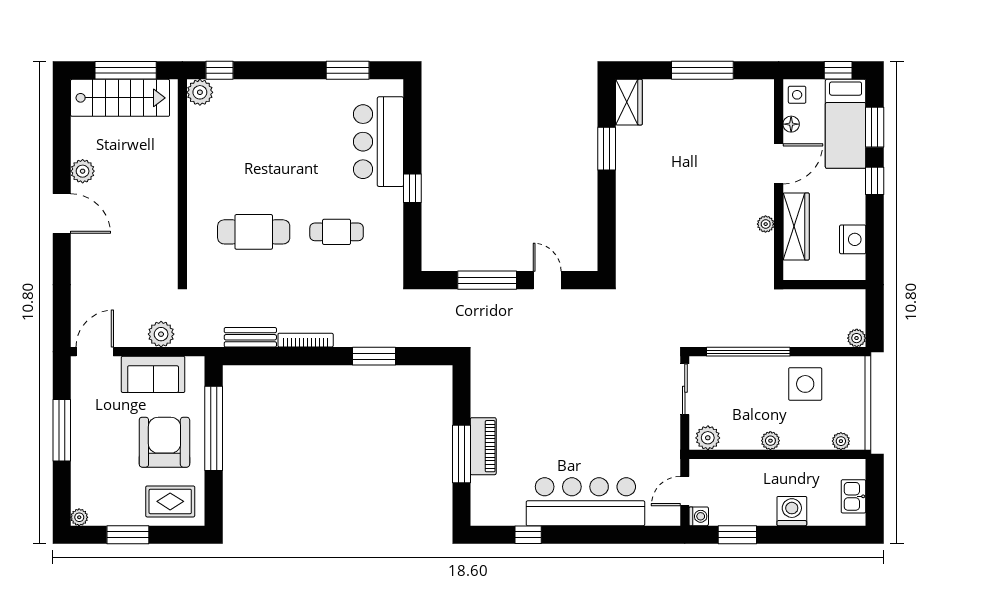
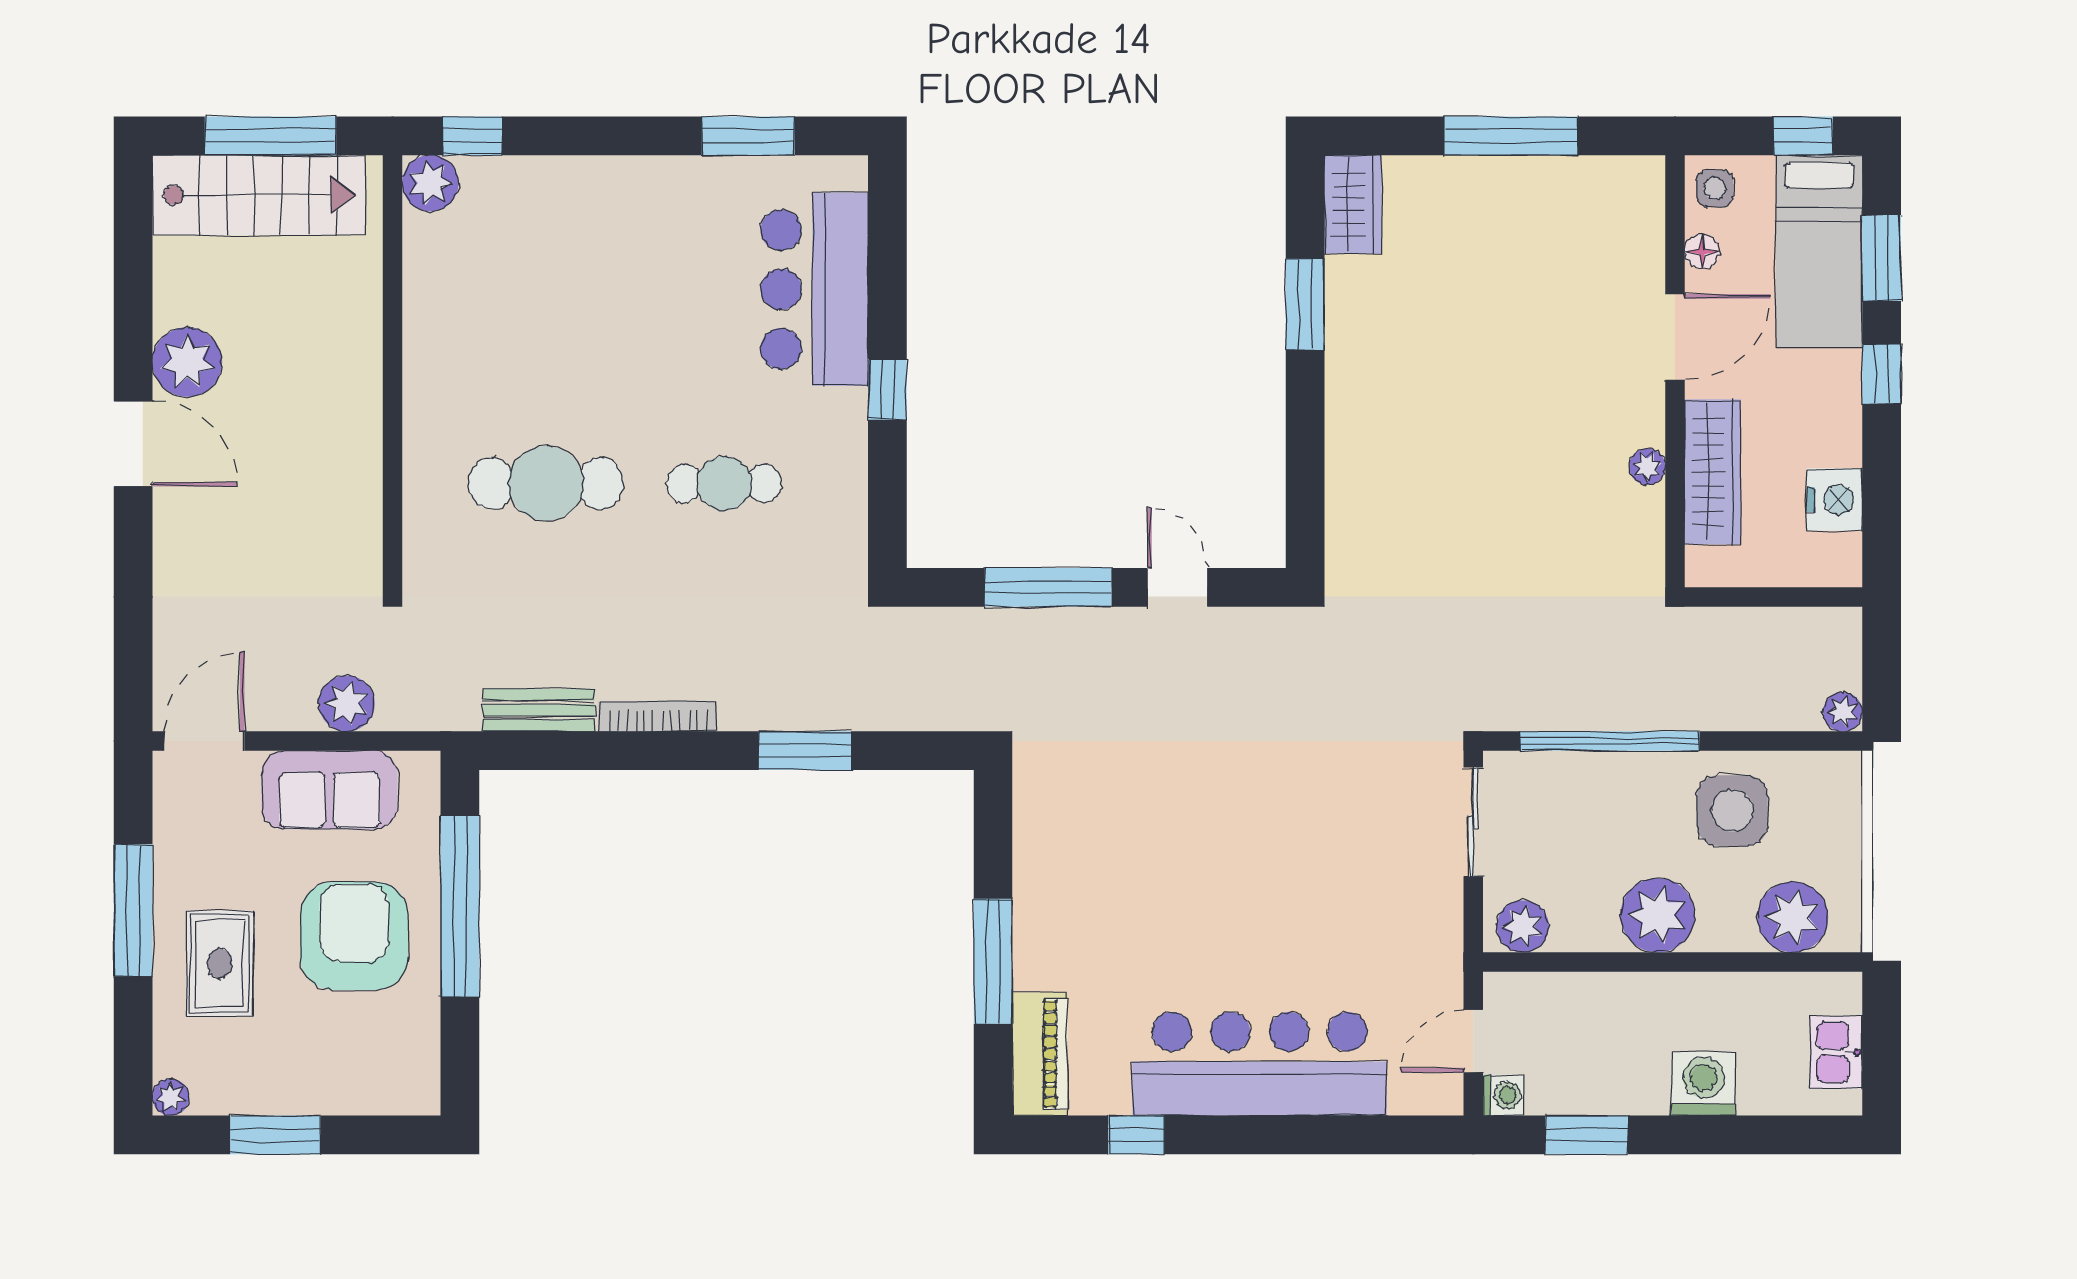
plant: (83, 171) -> (187, 362), width x1.36, depth x1.36
plant: (770, 441) -> (1658, 915), width x1.87, depth x1.87
plant: (841, 441) -> (1793, 917), width x1.87, depth x1.87
piano: (483, 446) -> (1040, 1054), moved
rug: (170, 501) -> (220, 963), moved, turned 90

